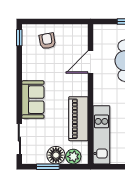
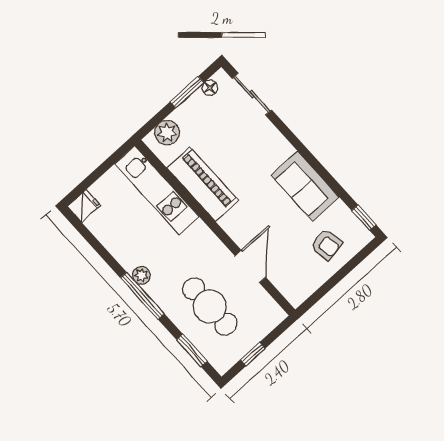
sofa: (33, 100) -> (305, 186), moved
floor lamp: (56, 155) -> (210, 88), moved, width x0.53, depth x0.53

